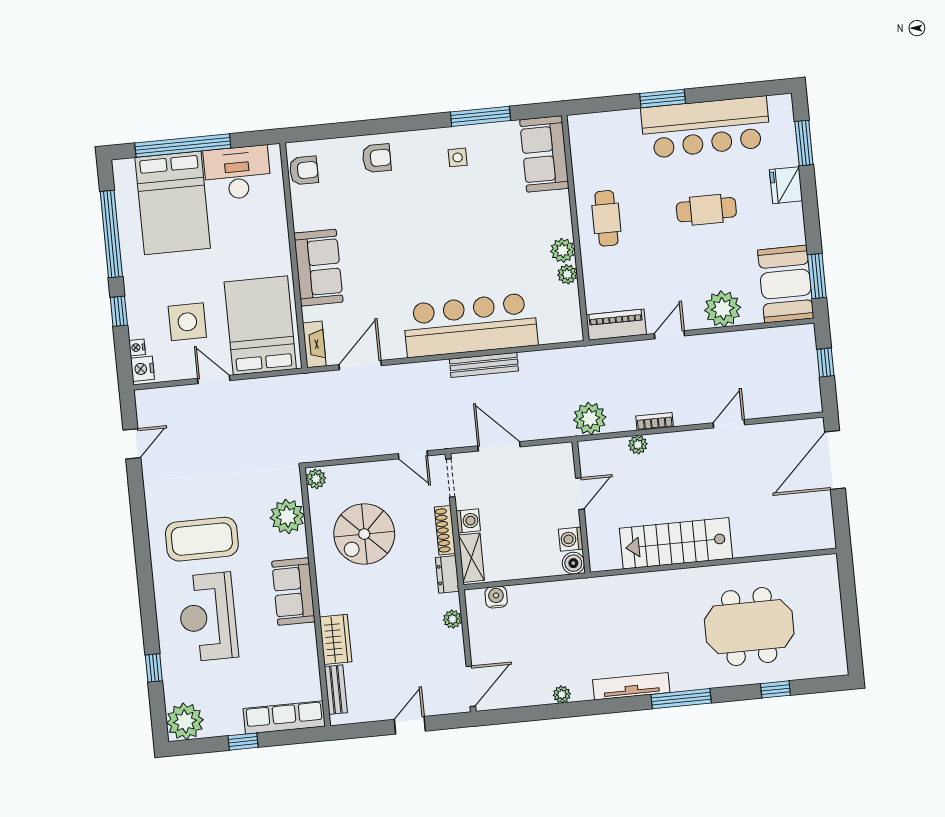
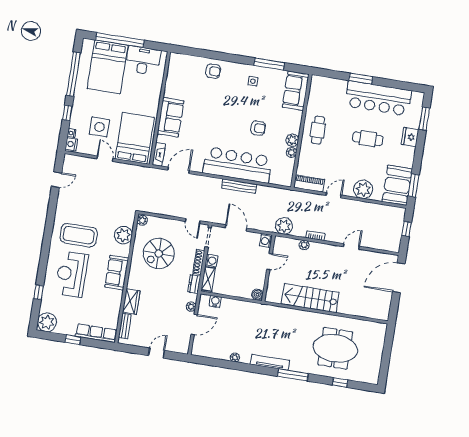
armchair: (304, 170) -> (258, 128), moved
washing machine: (571, 539) -> (266, 241), moved
door: (471, 686) -> (194, 324), moved

